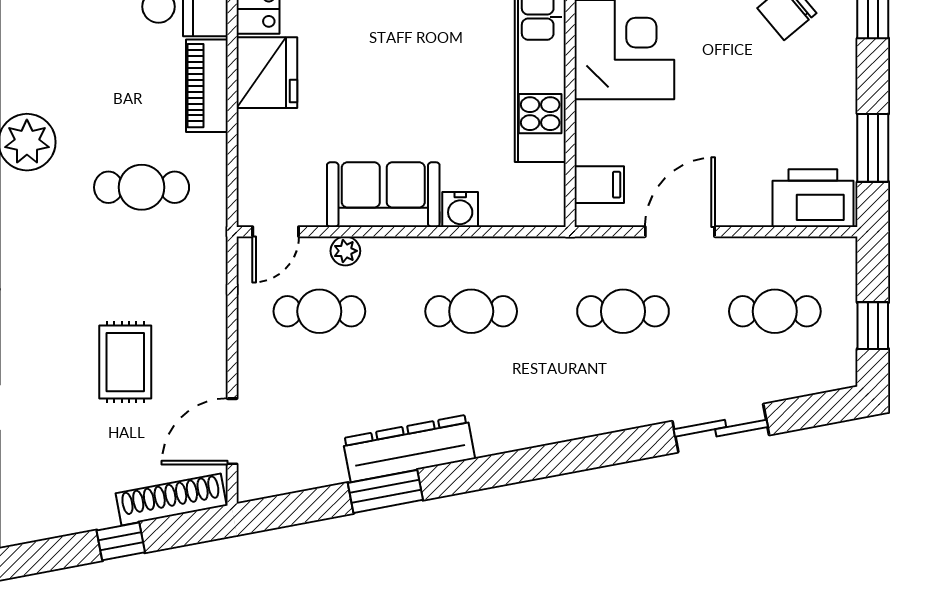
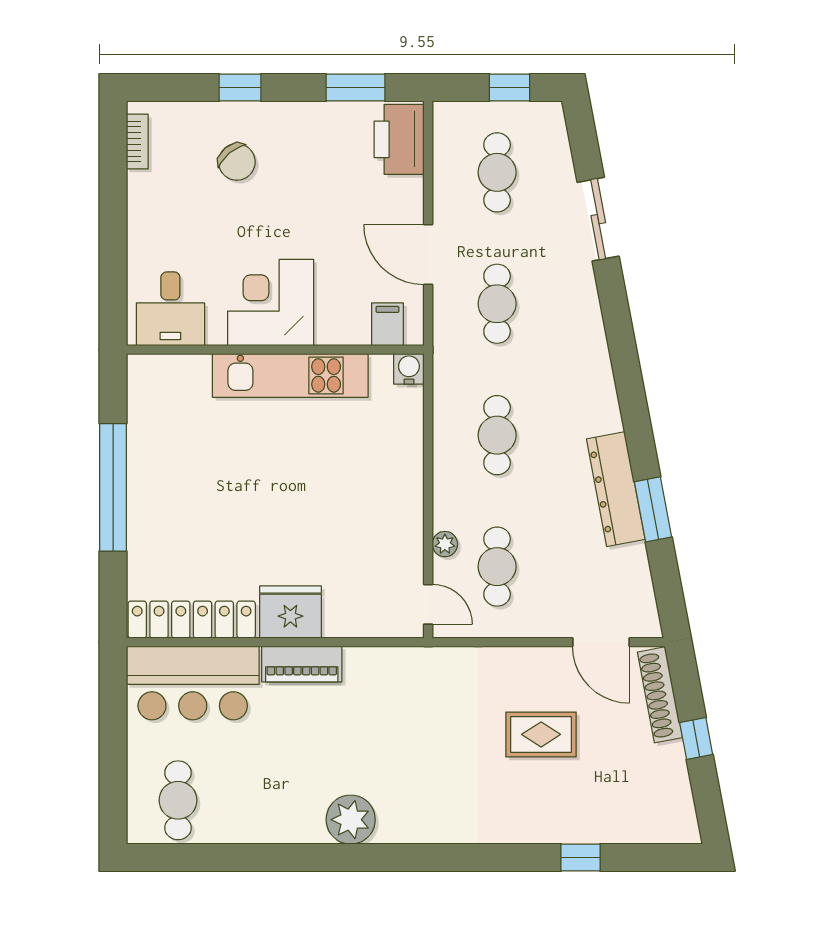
cafe table: (142, 187) -> (390, 720), removed
sofa: (383, 195) -> (396, 511), removed
water cooler: (460, 209) -> (409, 369), moved, turned -90

